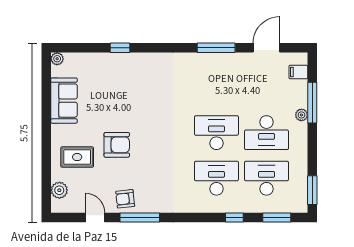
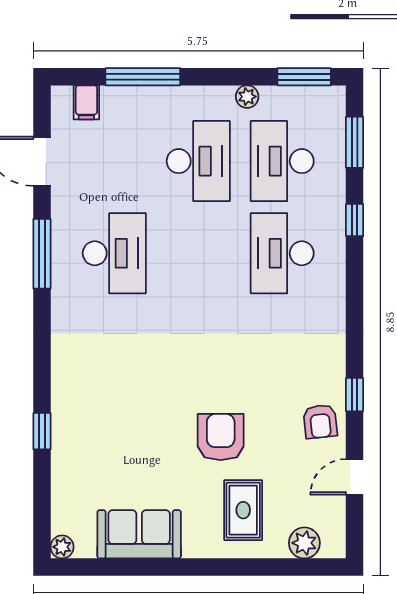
plant: (301, 115) -> (247, 97), moved
desk: (216, 133) -> (114, 253), moved, turned 180
window: (140, 217) -> (355, 395), width x0.46

